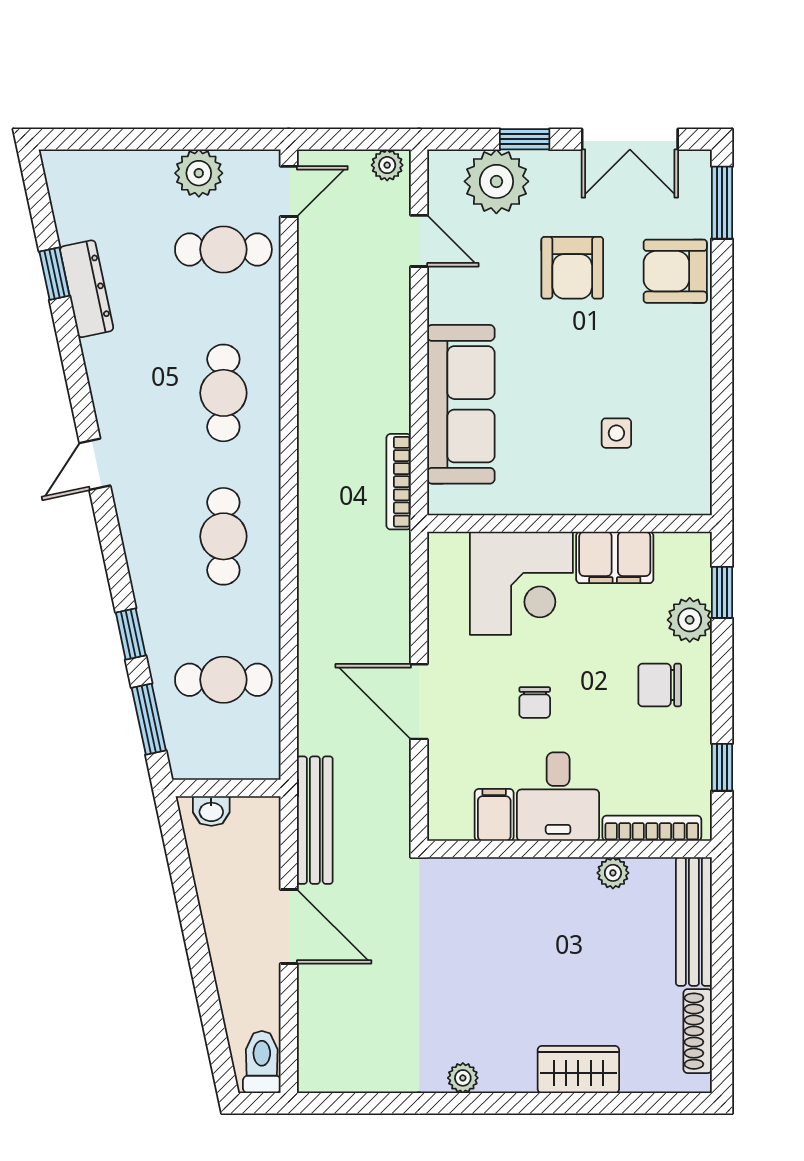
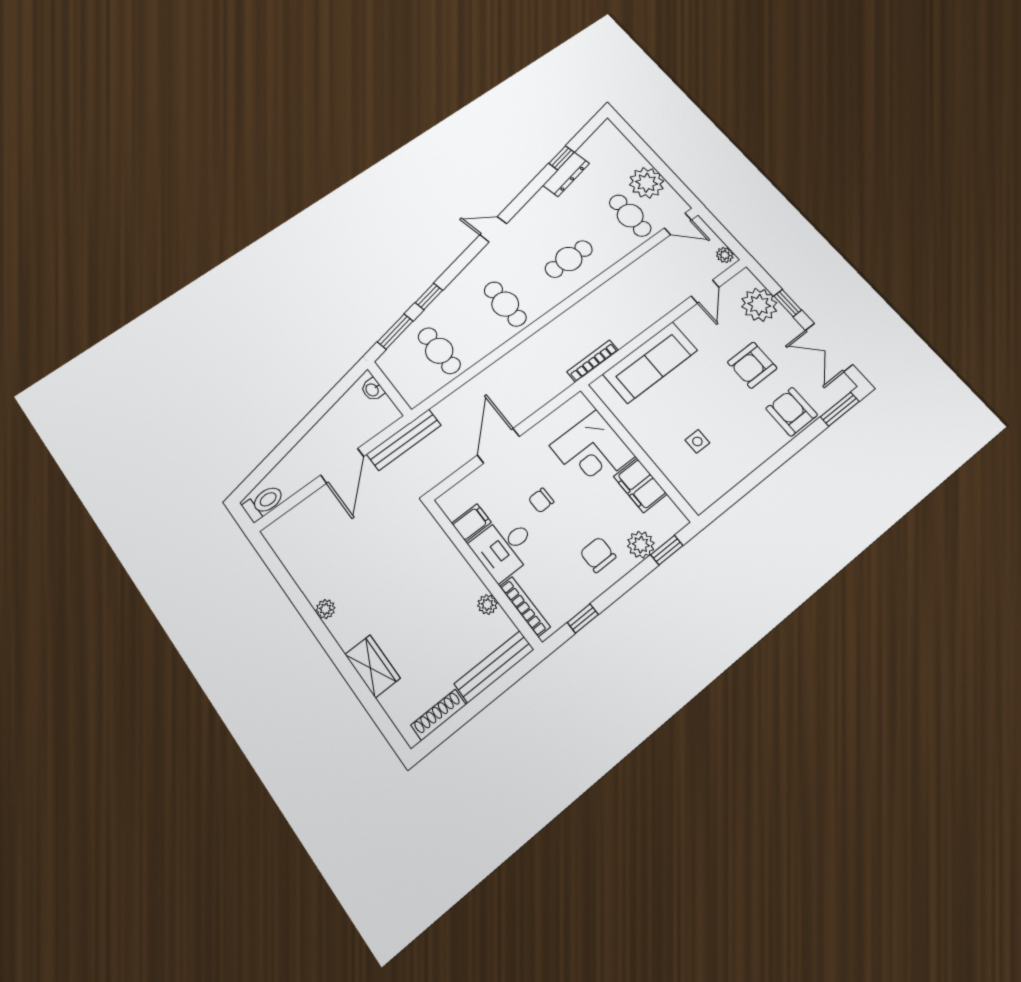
plant: (199, 173) -> (647, 183), width x1.36, depth x1.36
cafe table: (223, 536) -> (505, 304), turned 90

